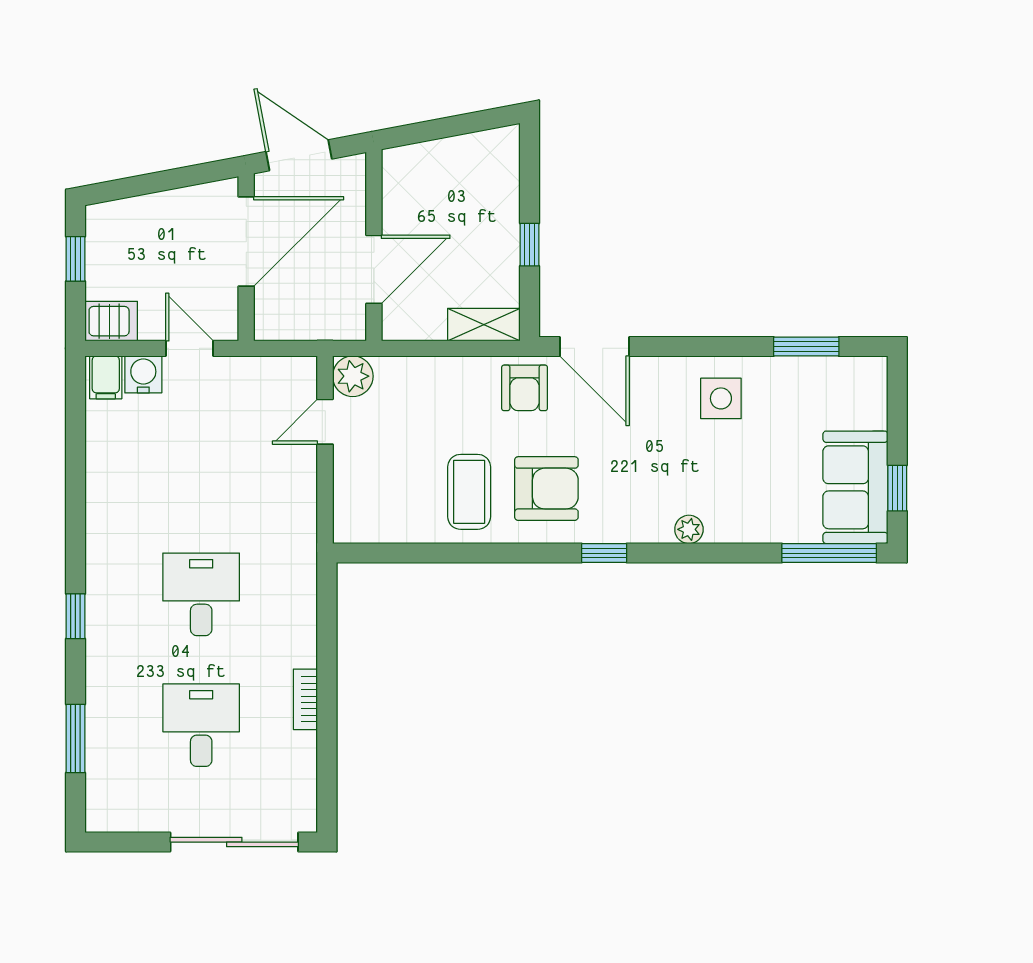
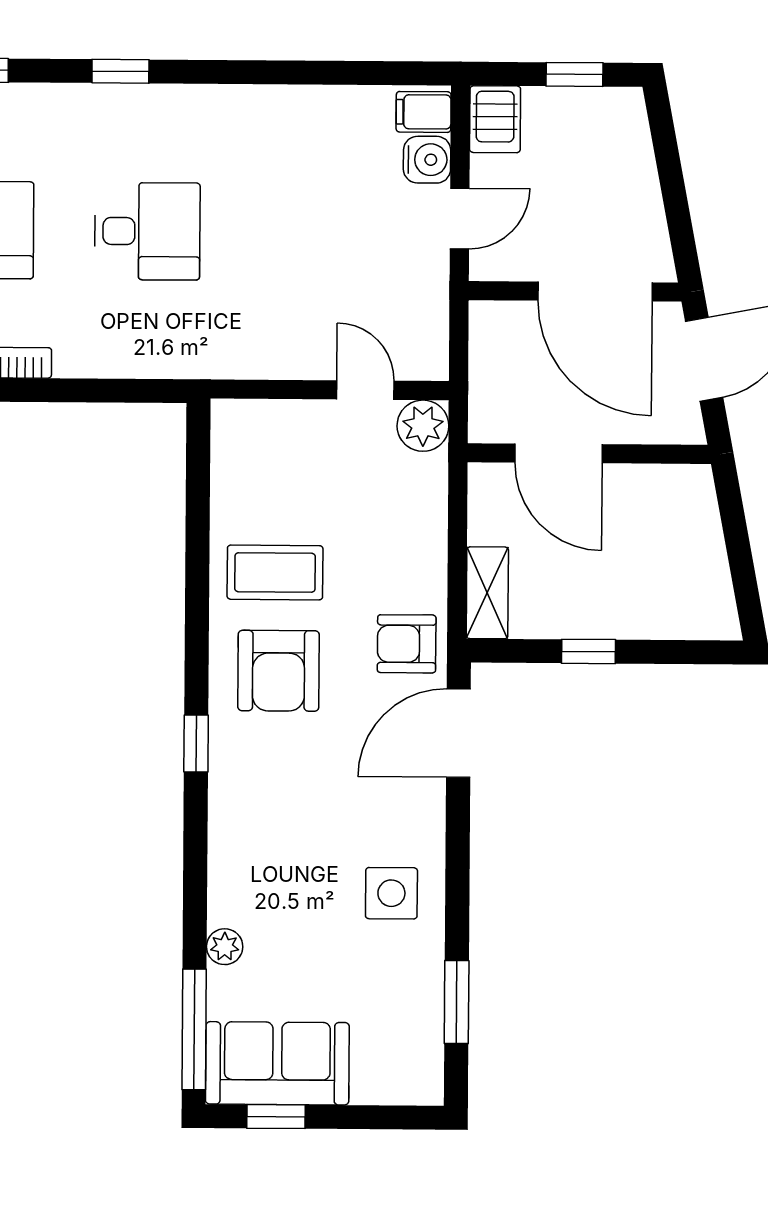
plant: (689, 529) -> (225, 947), moved

